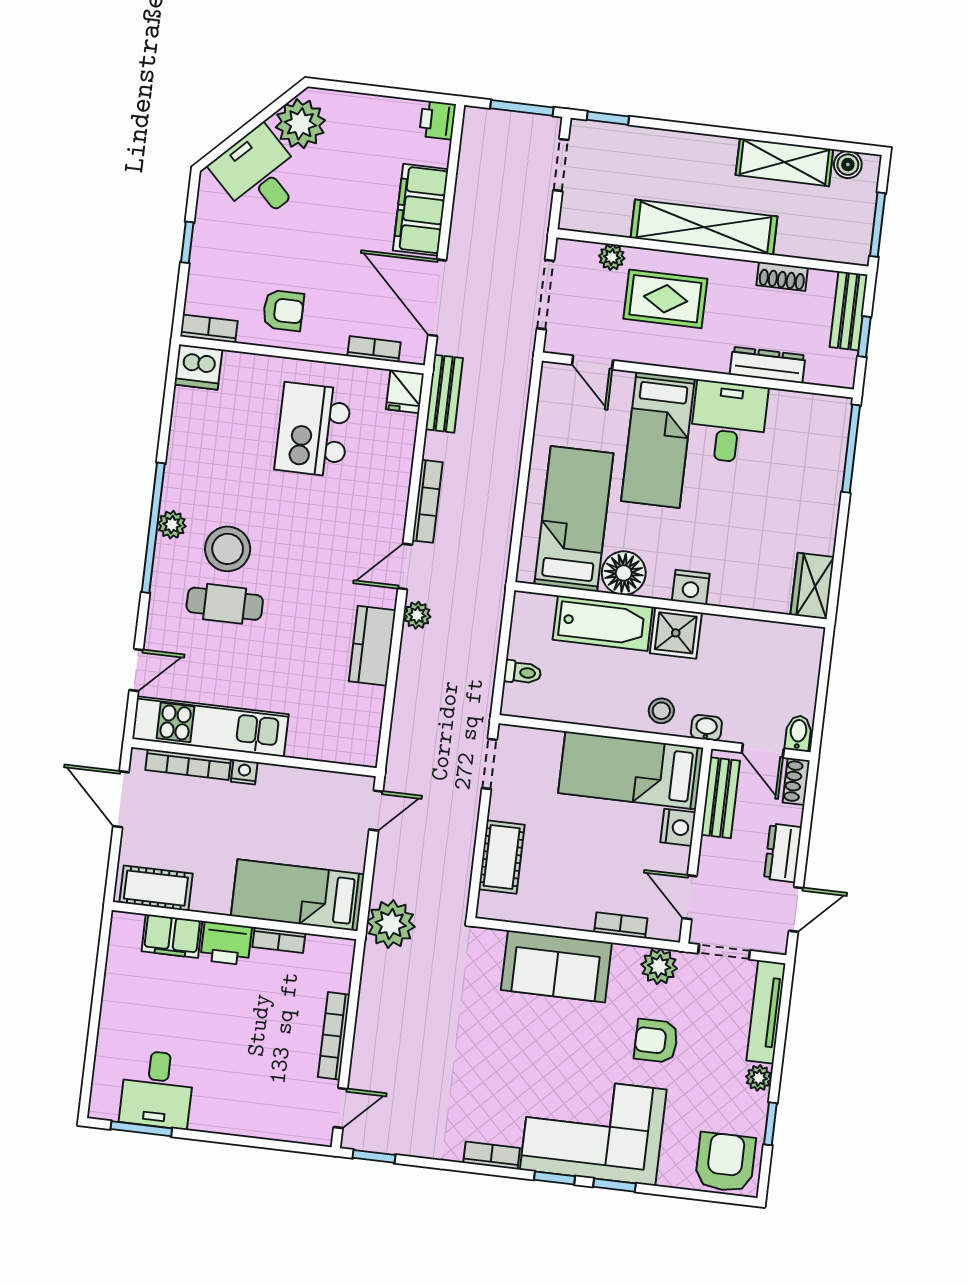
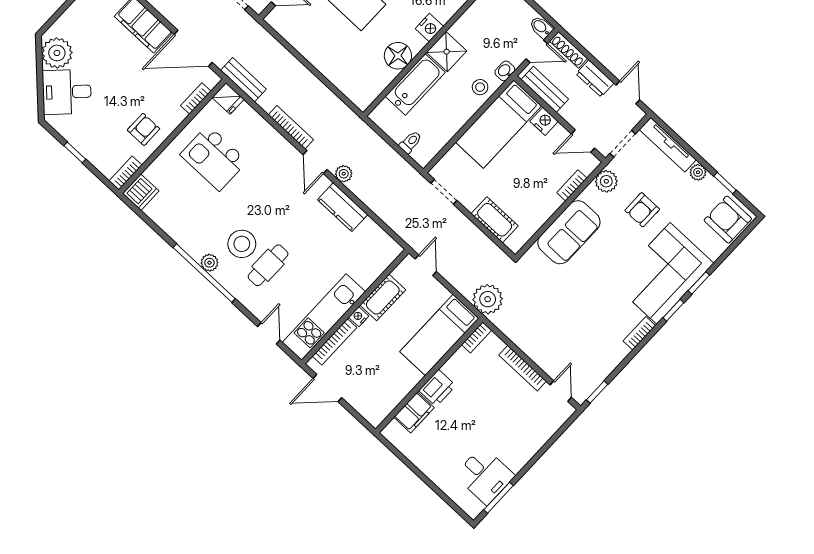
bed: (574, 519) -> (353, 61), removed
shoe rack: (796, 781) -> (569, 50), width x1.43
cot: (156, 888) -> (383, 297), moved
bookcase: (279, 940) -> (477, 337), moved

